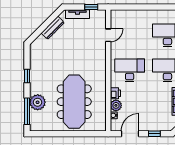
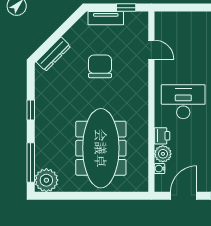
dresser: (53, 28) -> (53, 54), moved
door: (108, 35) -> (151, 50), hinge flipped
chair: (74, 47) -> (100, 66), added
plant: (38, 102) -> (46, 180), moved

